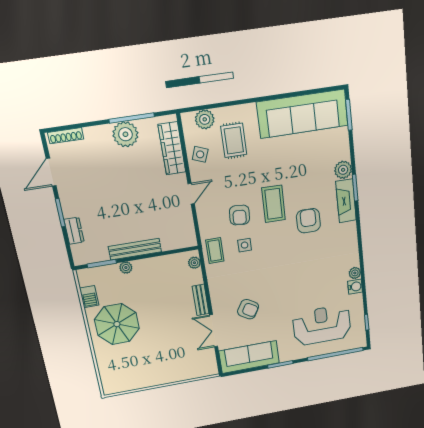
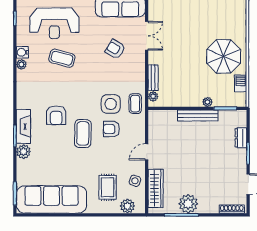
armchair: (239, 215) -> (111, 129), turned -94
side table: (245, 245) -> (111, 104), width x1.87, depth x1.87
coffee table: (309, 288) -> (62, 58), added
bench: (201, 300) -> (153, 78), moved

